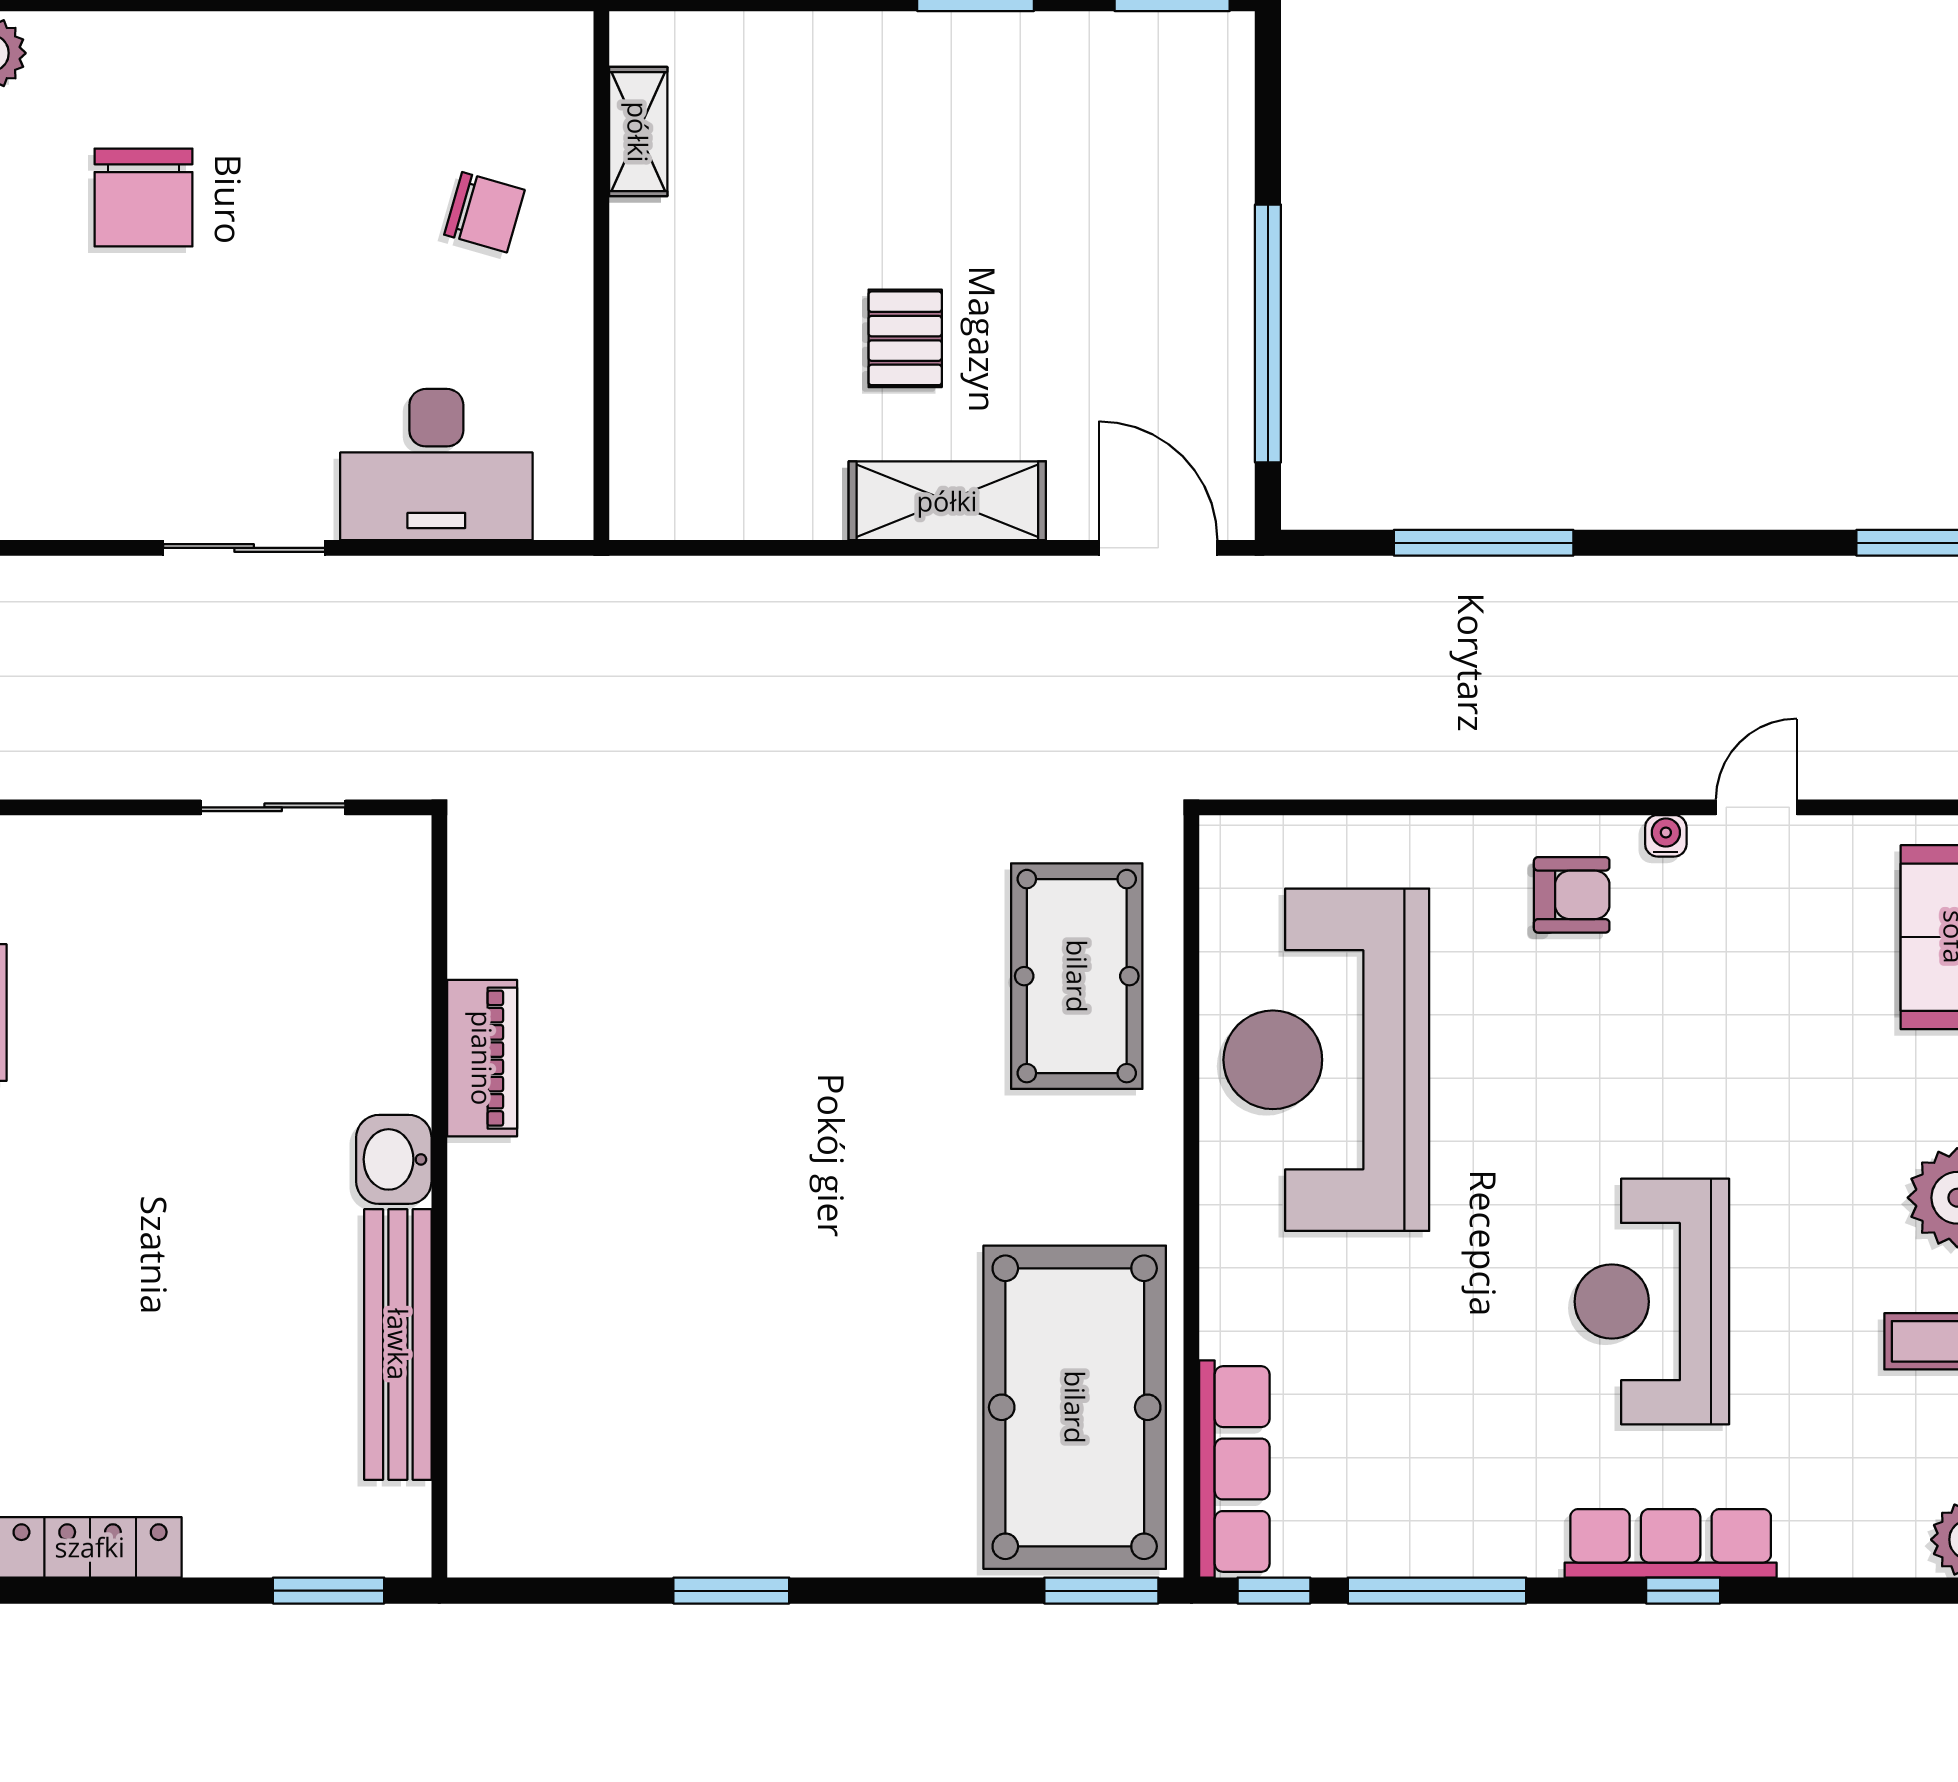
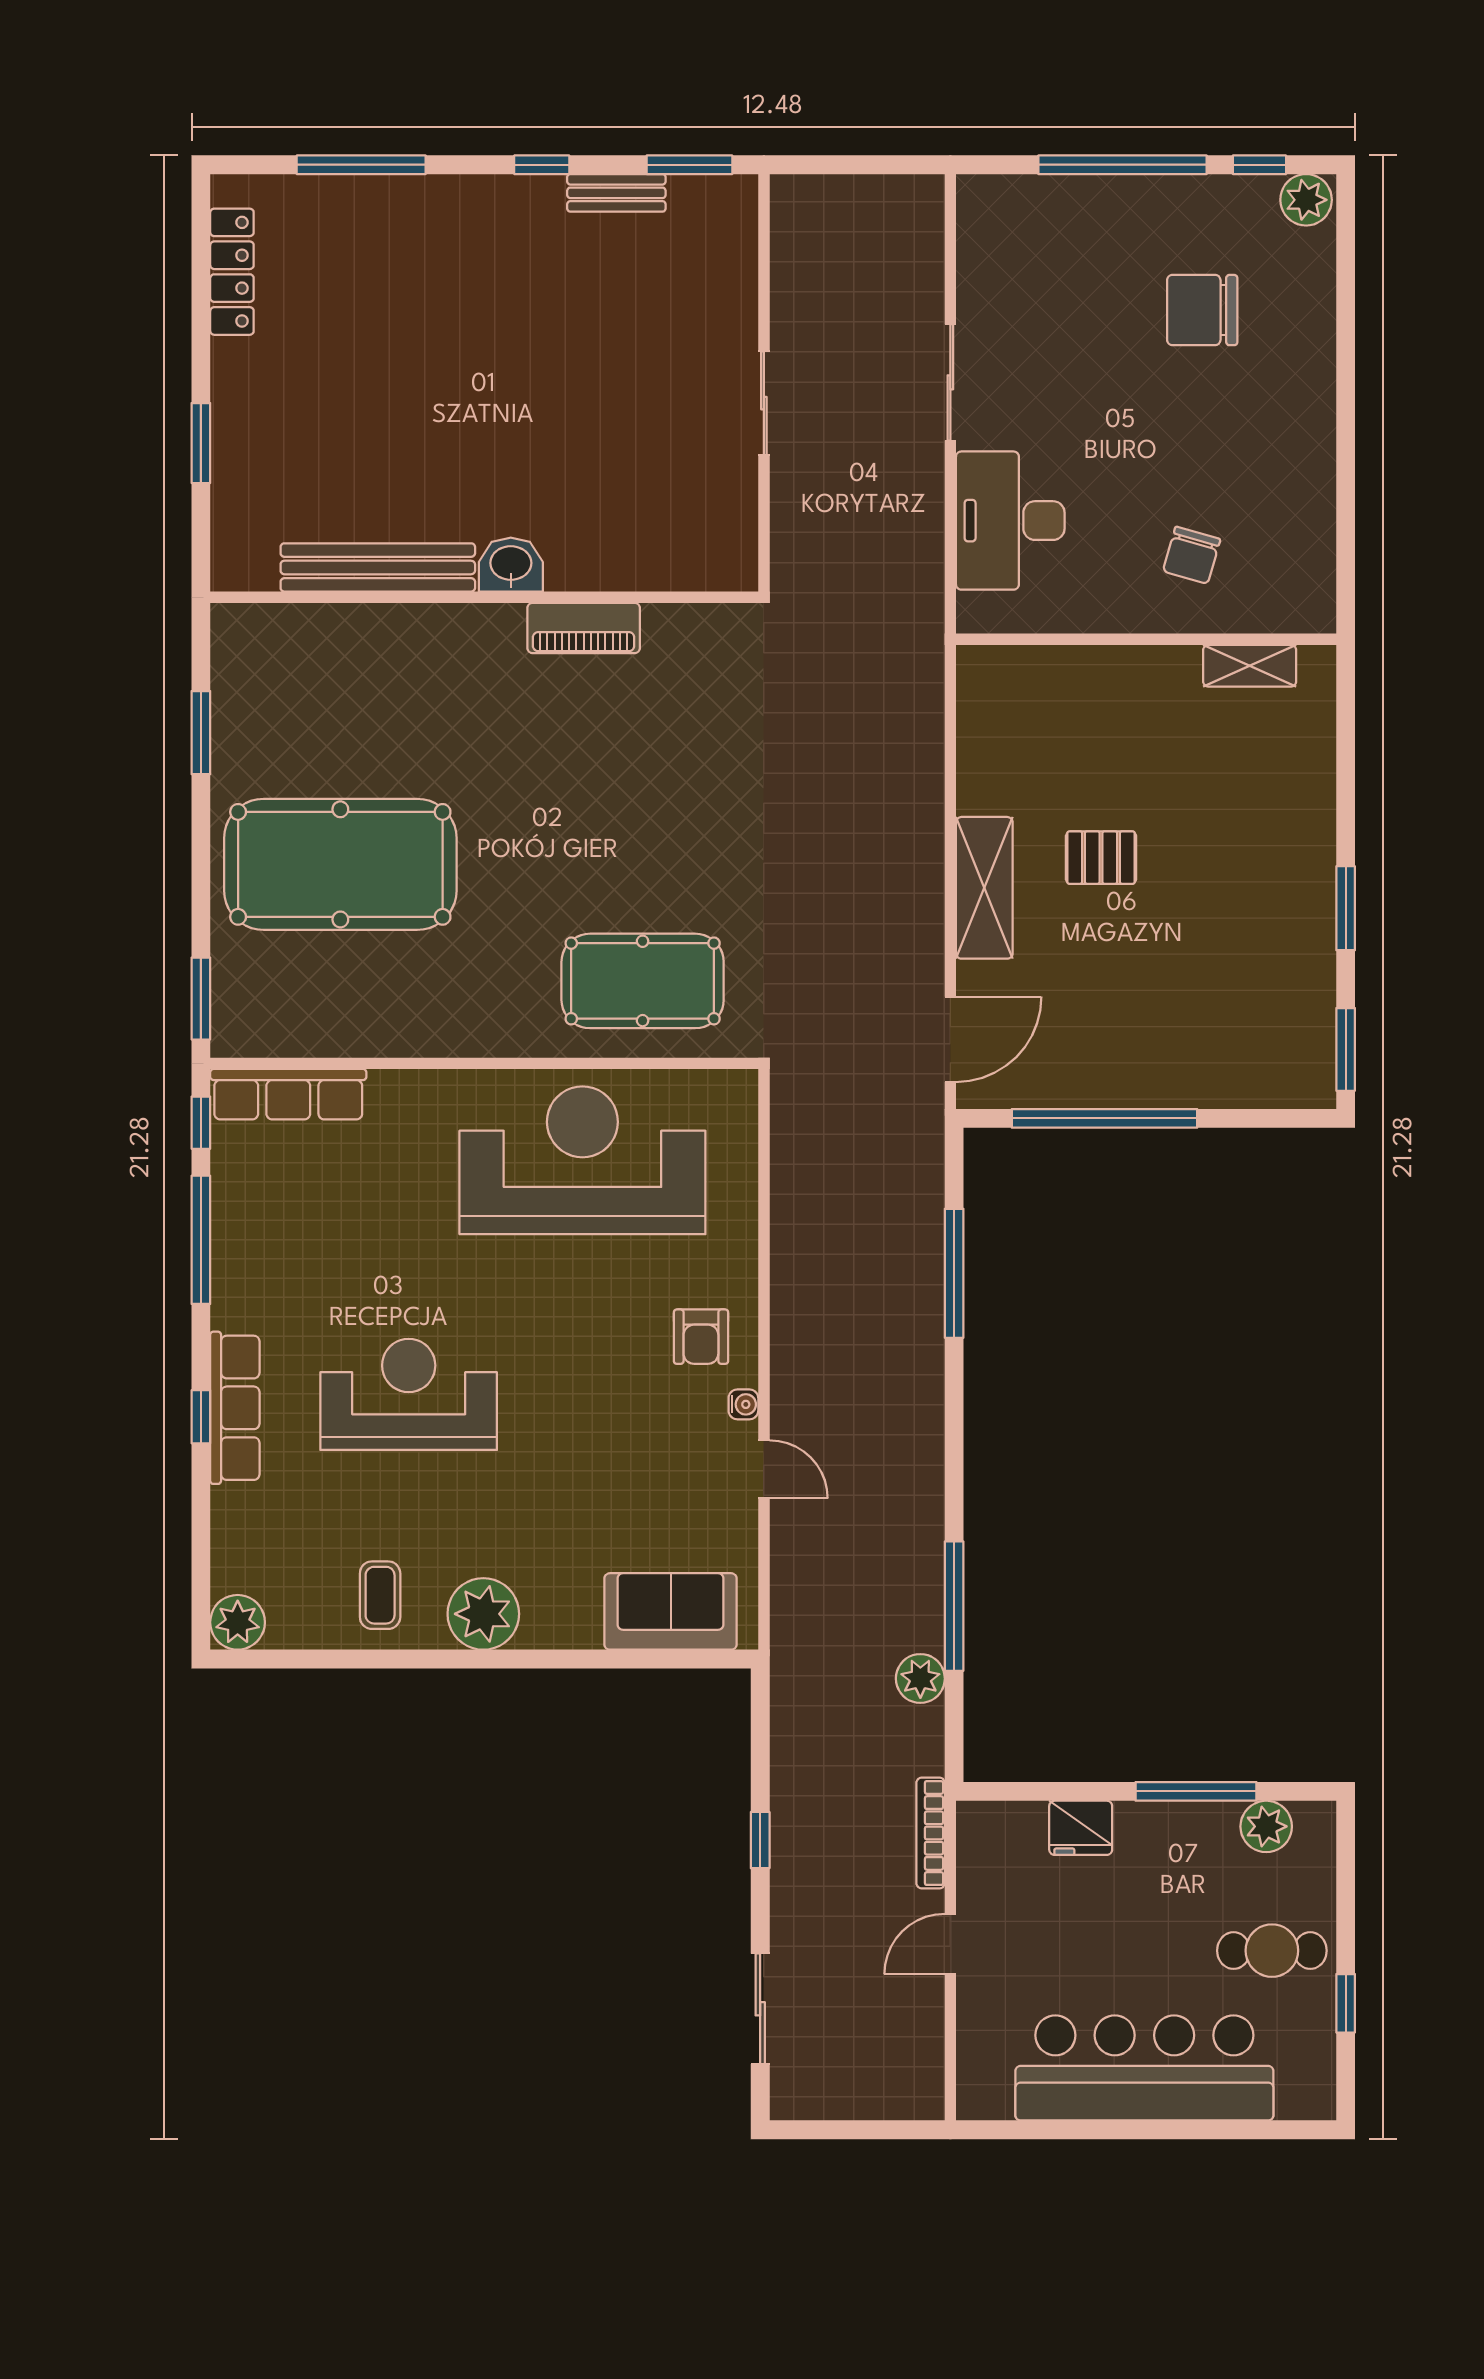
piano: (482, 1058) -> (584, 628), moved
washbasin: (394, 1159) -> (511, 565), moved
wall: (439, 1196) -> (484, 597), moved
bench: (398, 1344) -> (378, 567), moved
pool table: (1075, 1407) -> (340, 864), moved

